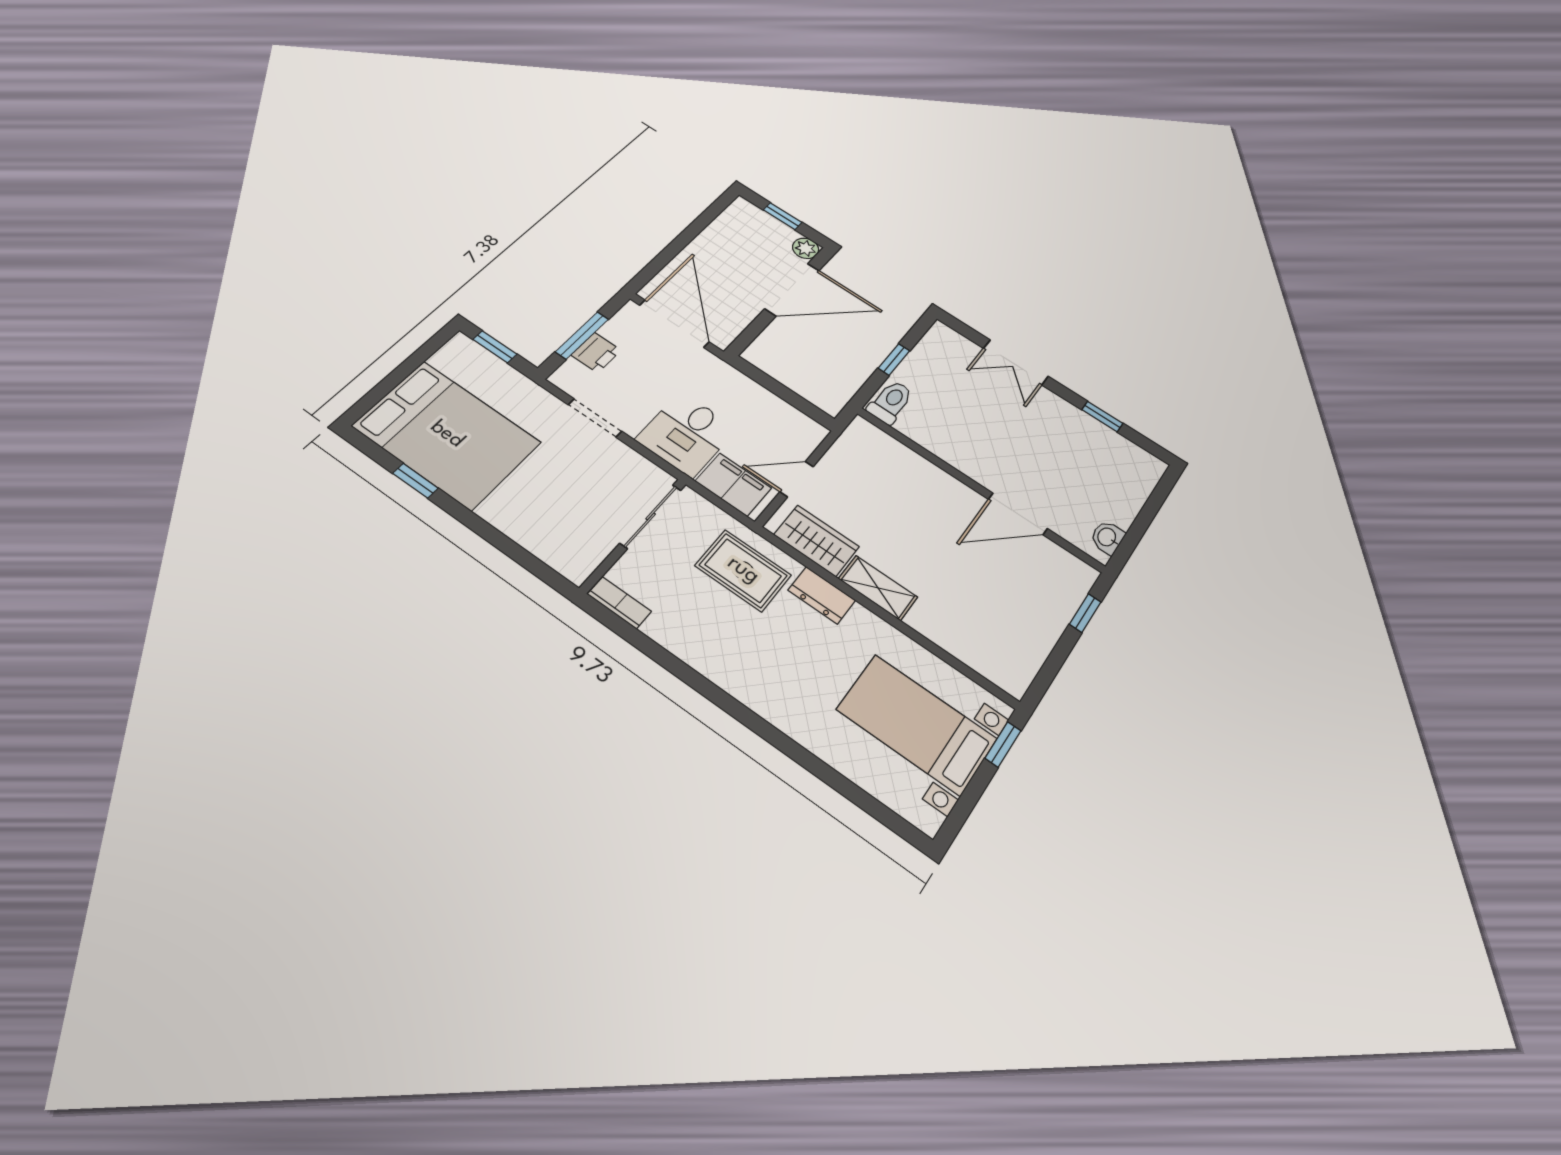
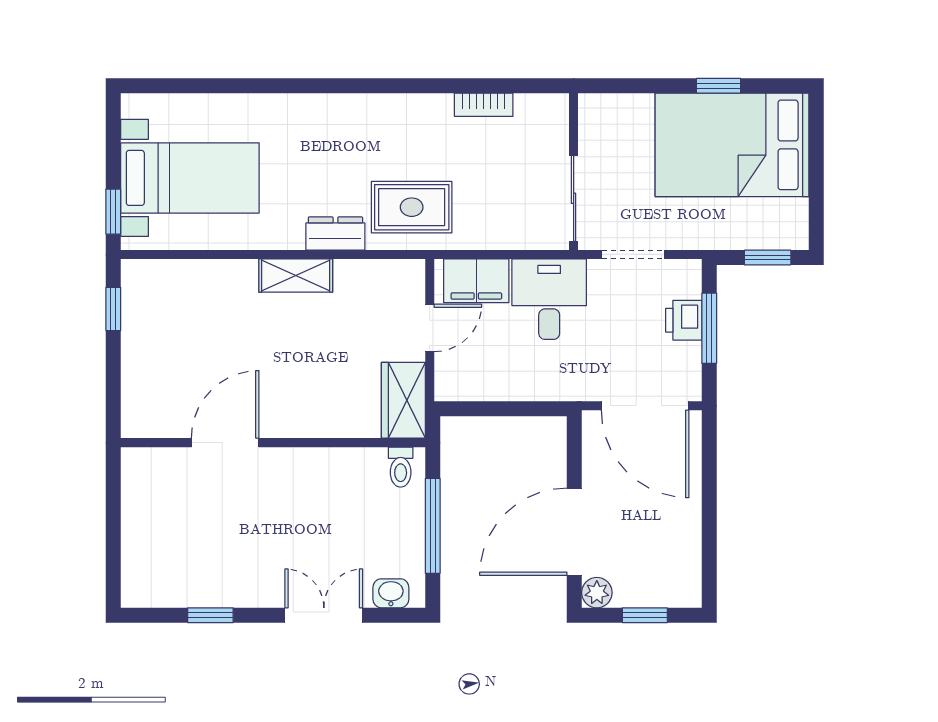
window: (894, 360) -> (433, 526), width x2.17
toilet: (891, 402) -> (401, 467), width x0.73, depth x0.72
sliding door: (651, 516) -> (574, 198), moved
wall: (634, 535) -> (574, 172), moved
washbasin: (1107, 537) -> (391, 593), moved, turned -90
wardrobe: (816, 541) -> (403, 400), moved, turned 90
window: (1085, 613) -> (113, 309), moved

